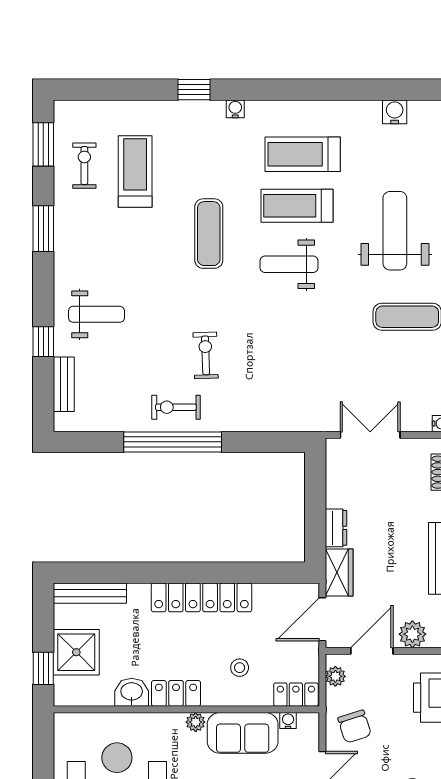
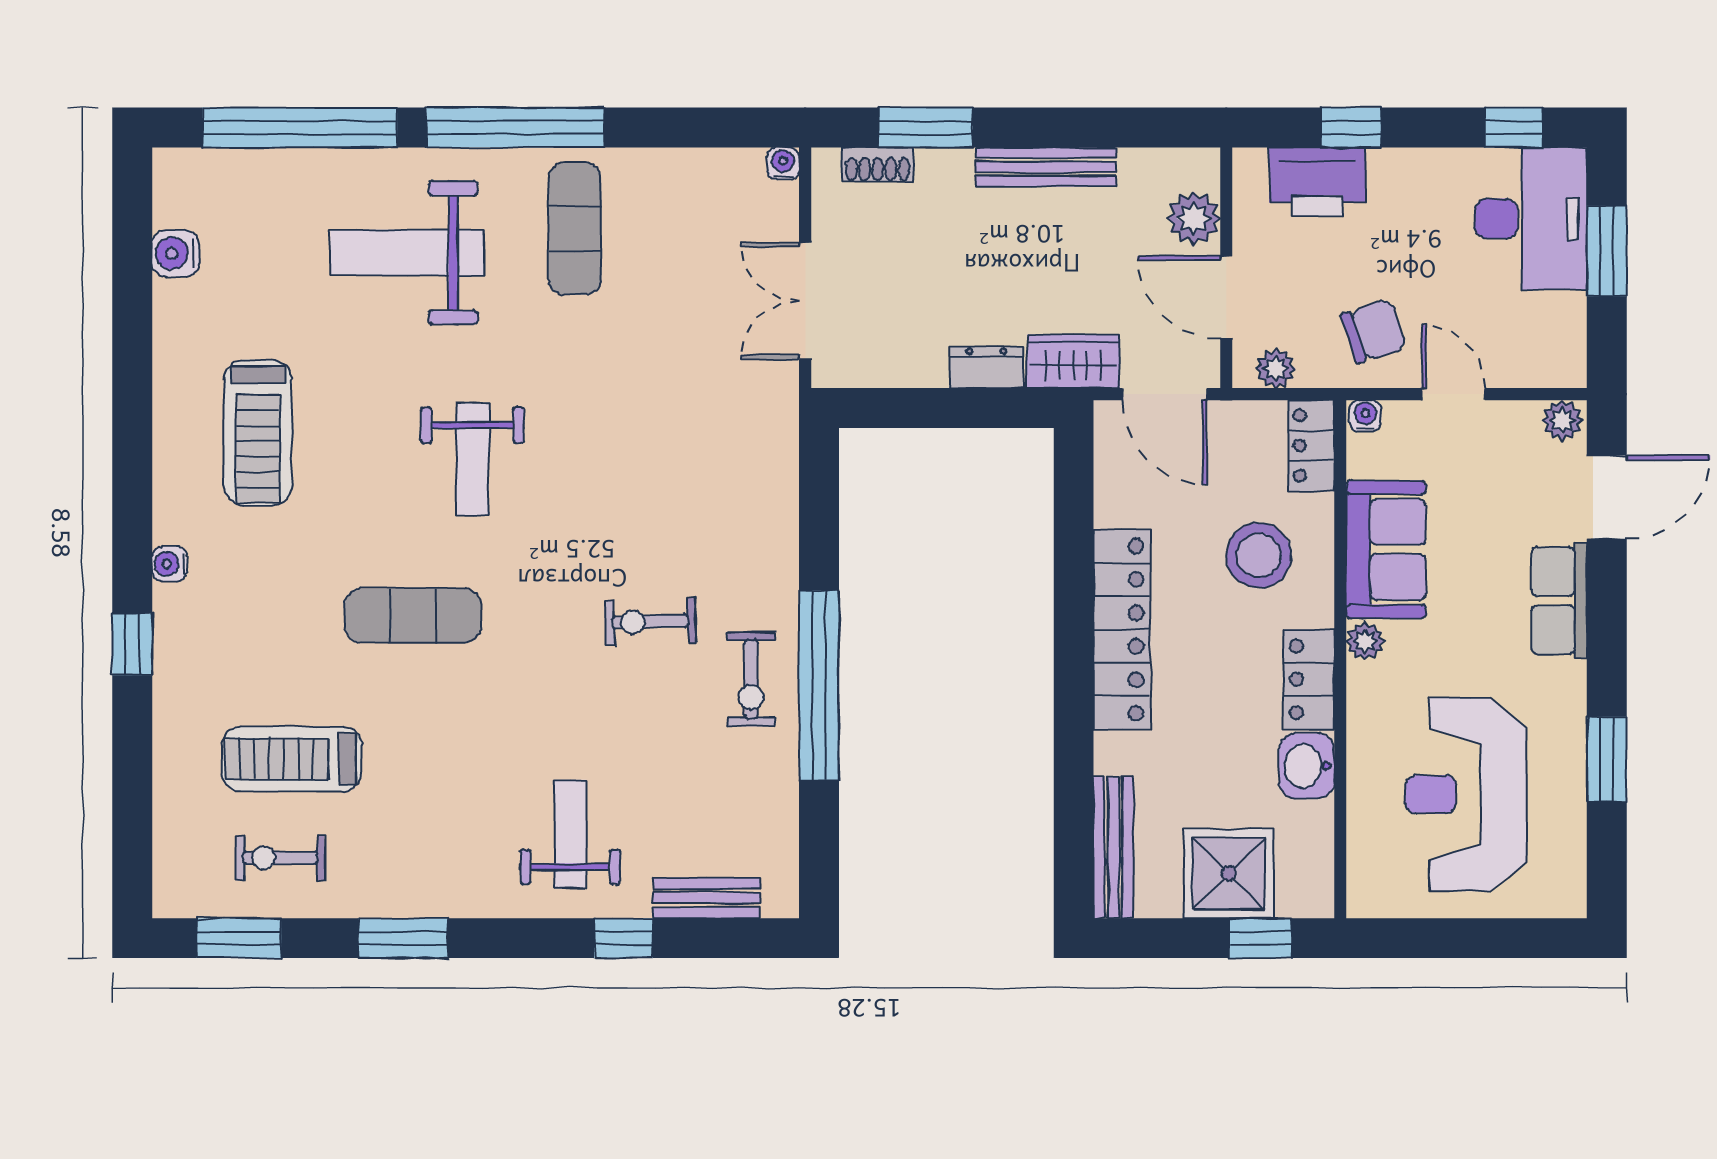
treadmill: (297, 206) -> (358, 443), removed
stool: (240, 668) -> (1259, 555), width x1.89, depth x1.89
water cooler: (288, 721) -> (1365, 416), moved, turned 90

